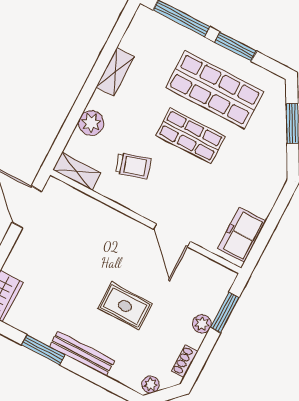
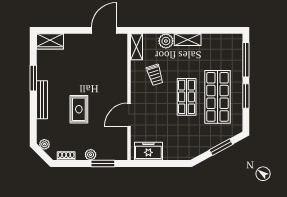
shelving: (115, 72) -> (188, 40), moved

